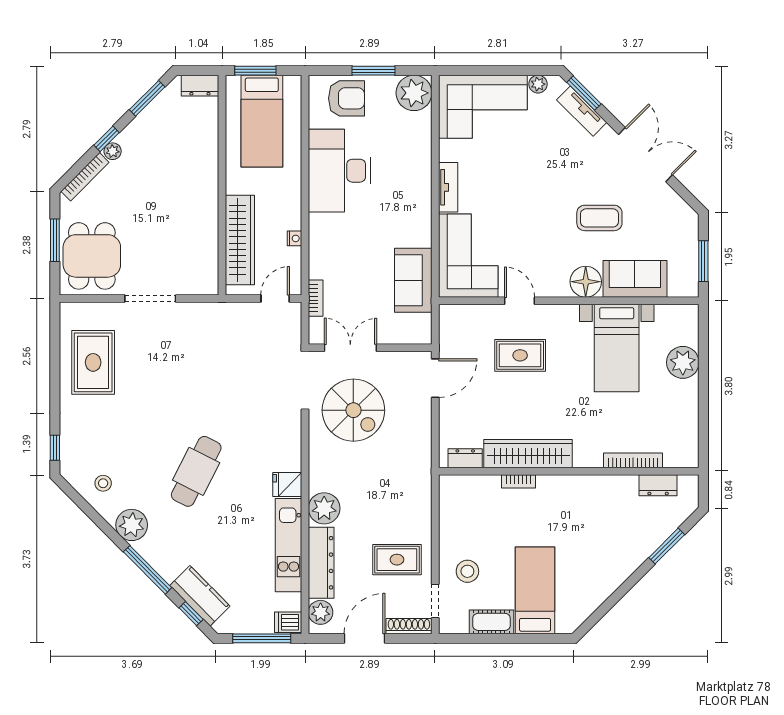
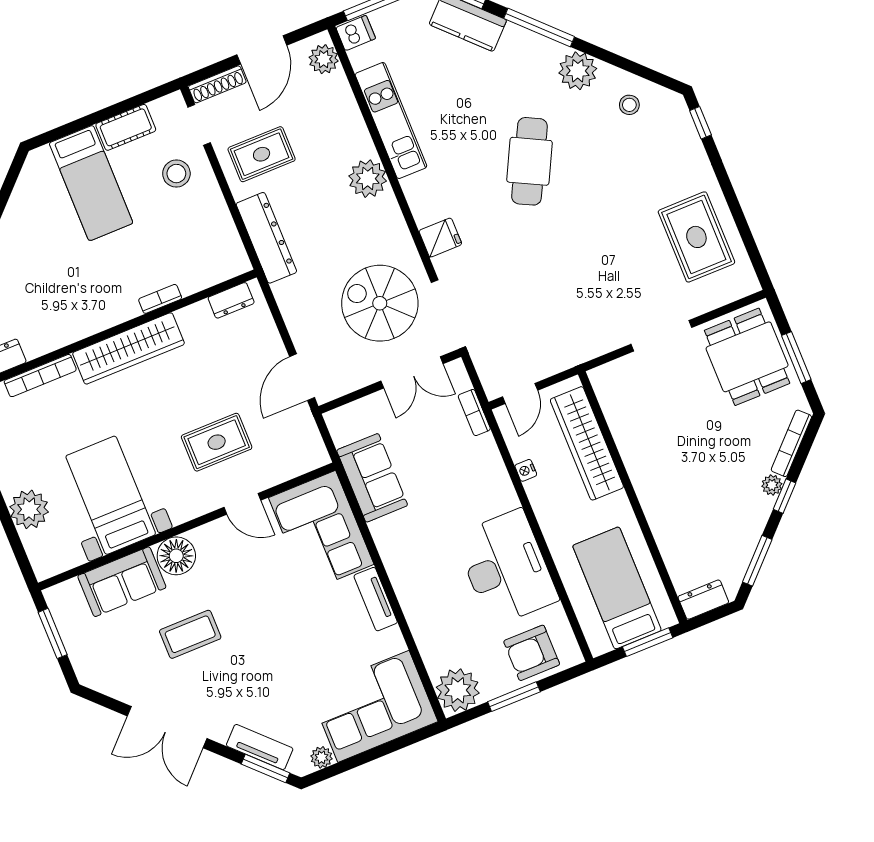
wardrobe: (528, 454) -> (128, 348), moved
fridge: (287, 485) -> (440, 238), moved
dresser: (321, 563) -> (266, 238), moved, turned 180

